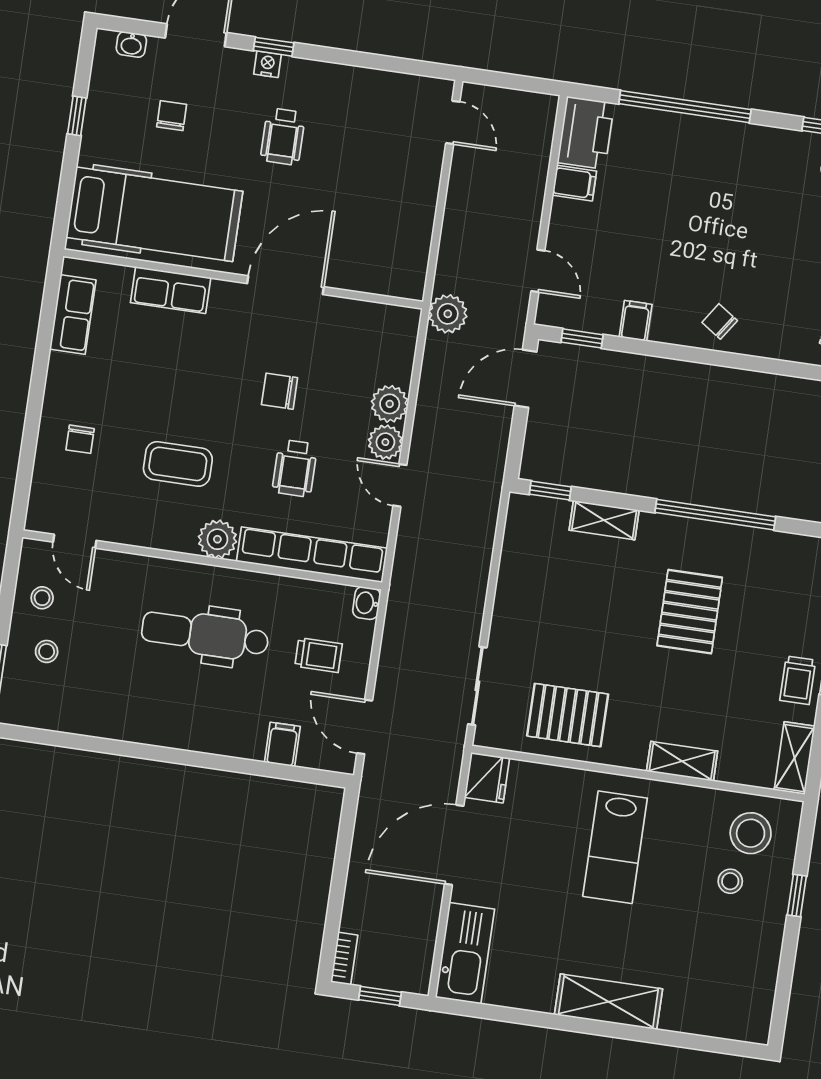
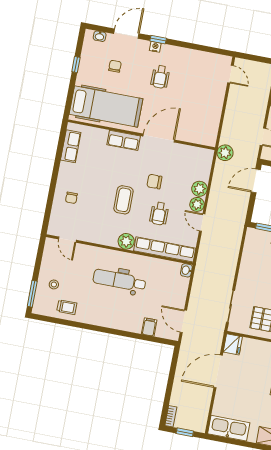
row of seats: (171, 290) -> (124, 140), moved
coffee table: (178, 464) -> (123, 200), moved, turned 90
stool: (42, 598) -> (53, 262), removed
trolley: (319, 655) -> (67, 307), moved
kitchen sink: (465, 953) -> (229, 428), moved, turned -90

